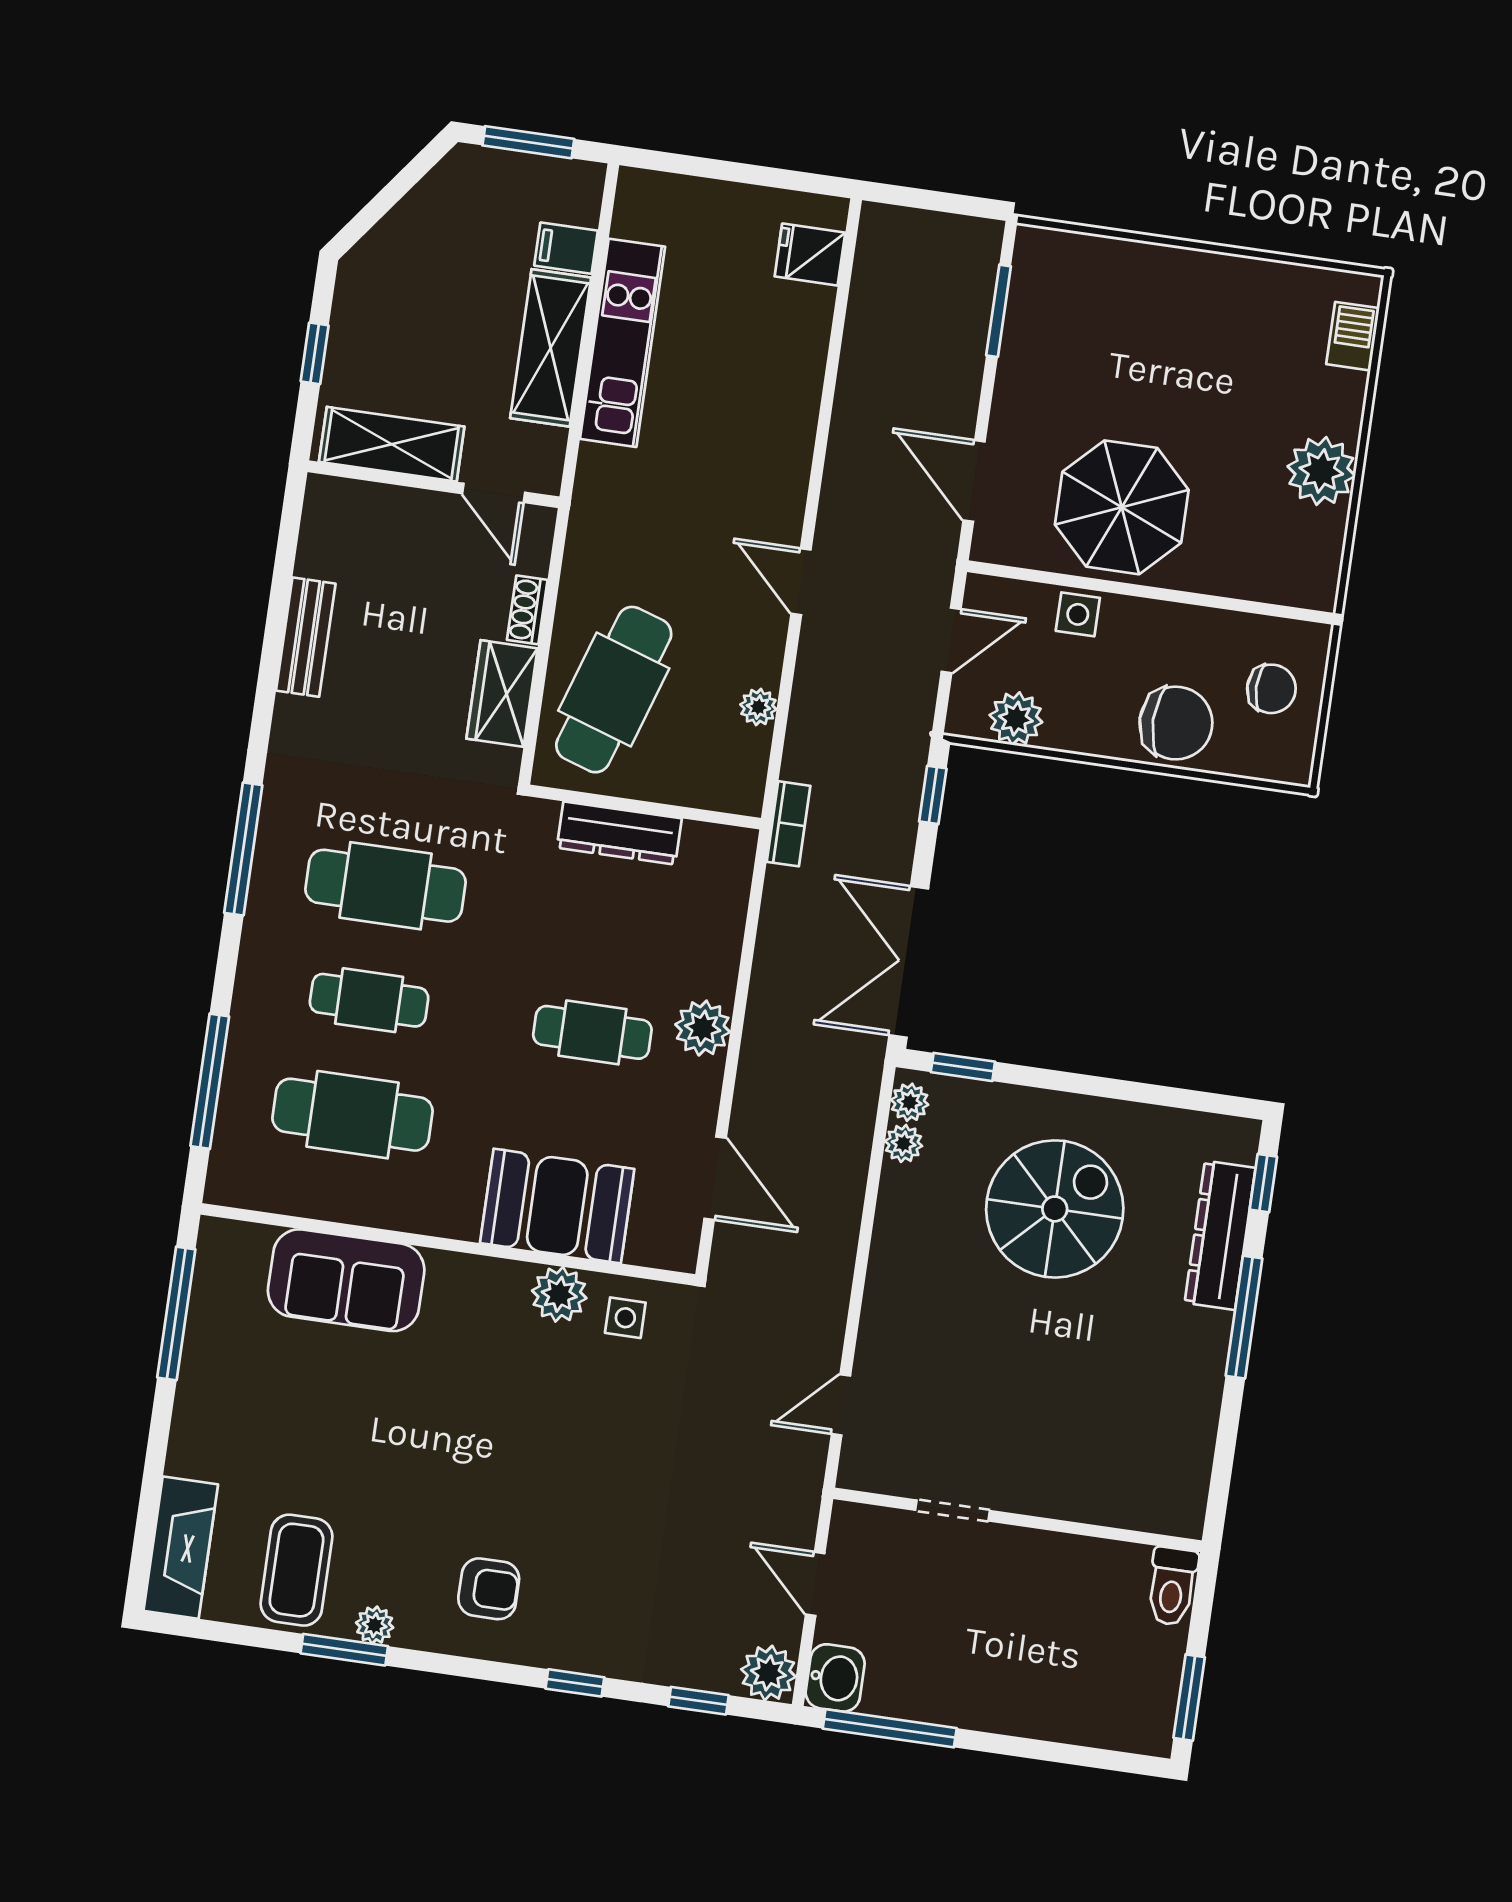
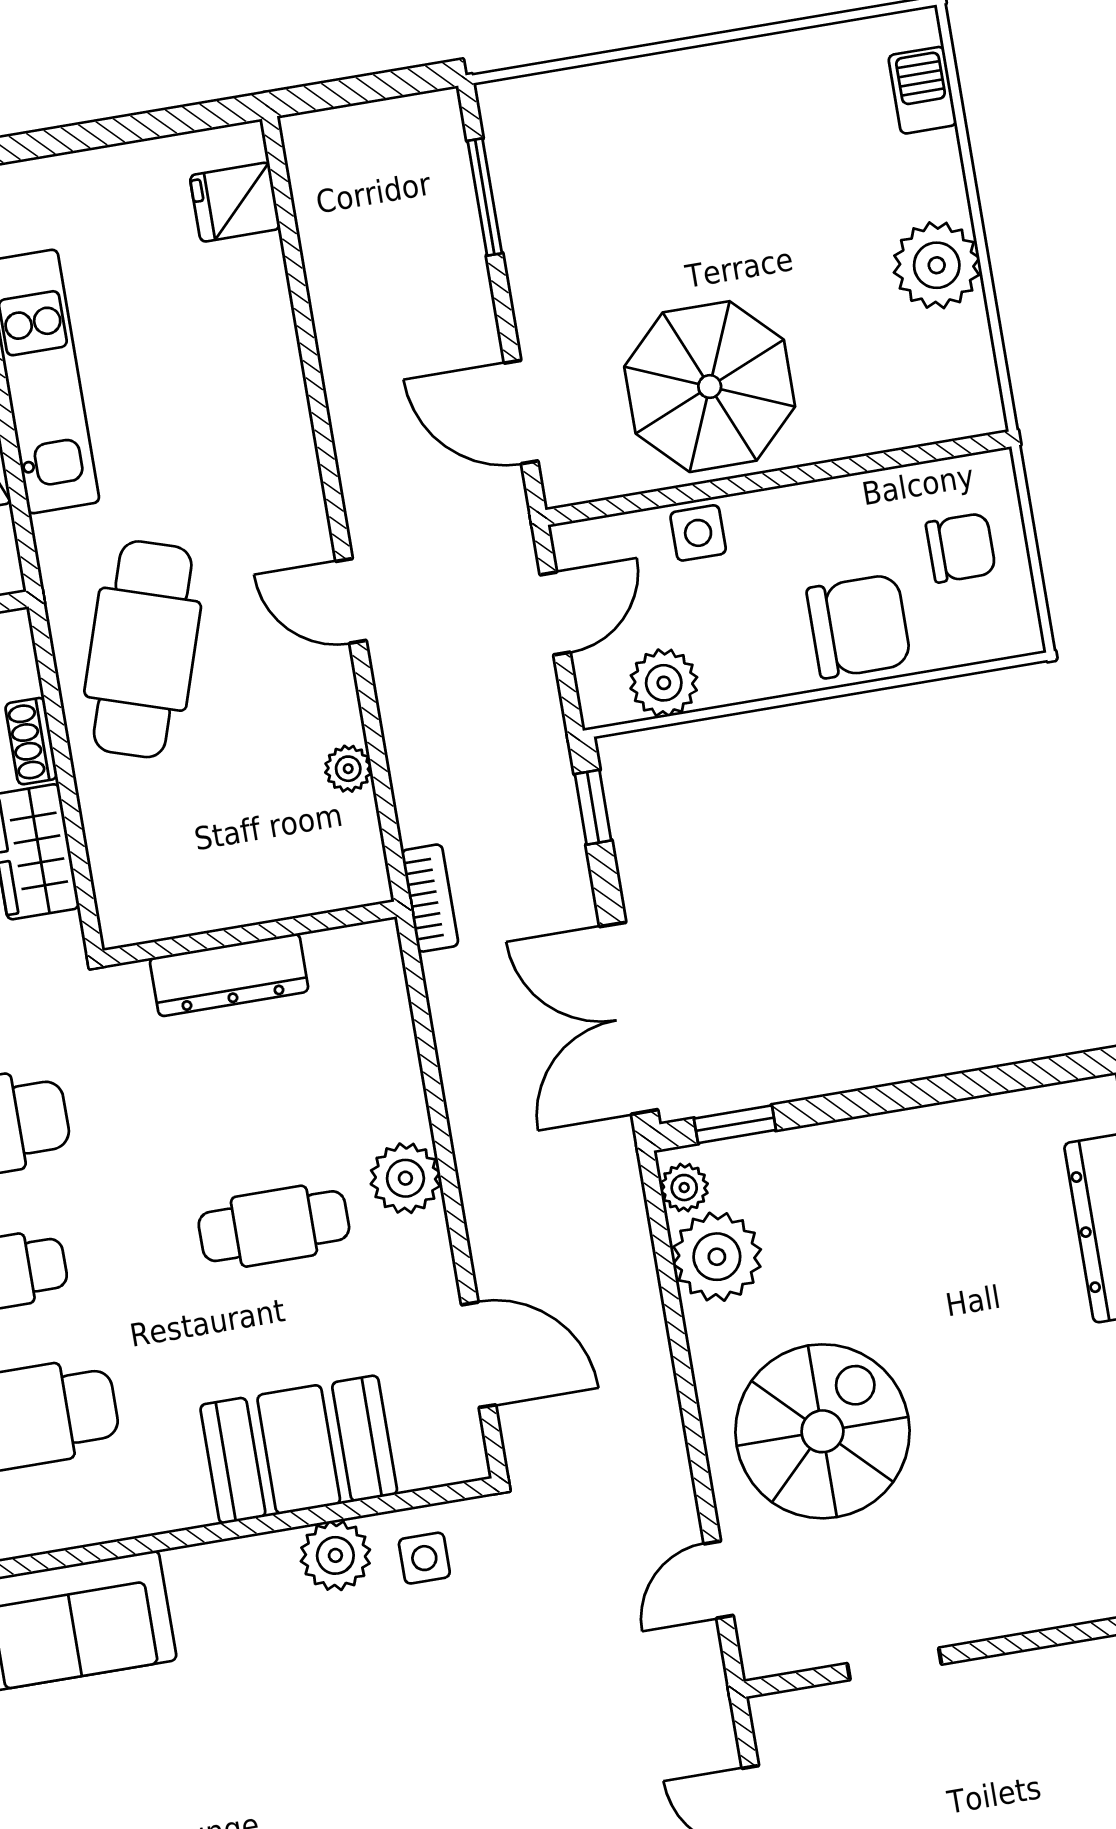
cafe table: (614, 690) -> (143, 649), moved
plant: (904, 1143) -> (717, 1257), width x1.88, depth x1.88
spiral stairs: (1055, 1209) -> (822, 1431), moved

